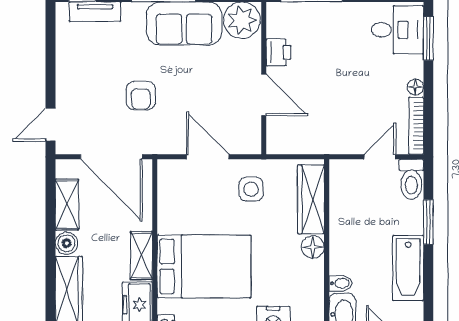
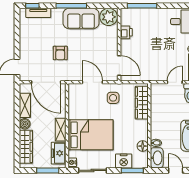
door: (264, 95) -> (119, 65), moved
floor lamp: (313, 247) -> (143, 146), moved

